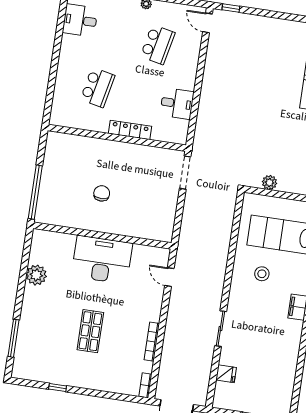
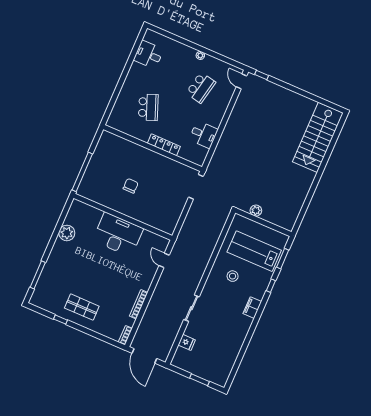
school desk: (98, 87) -> (148, 107), turned -33
shop shelf: (90, 331) -> (82, 307), moved, turned 90

